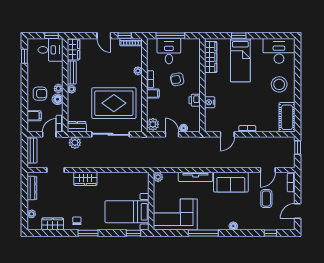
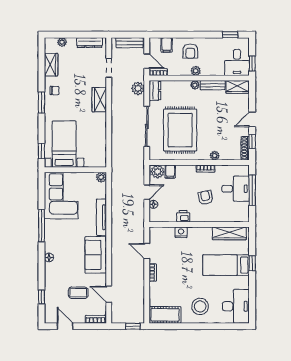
filing cabinet: (153, 93) -> (170, 172), moved
floor lamp: (58, 99) -> (184, 70), removed

